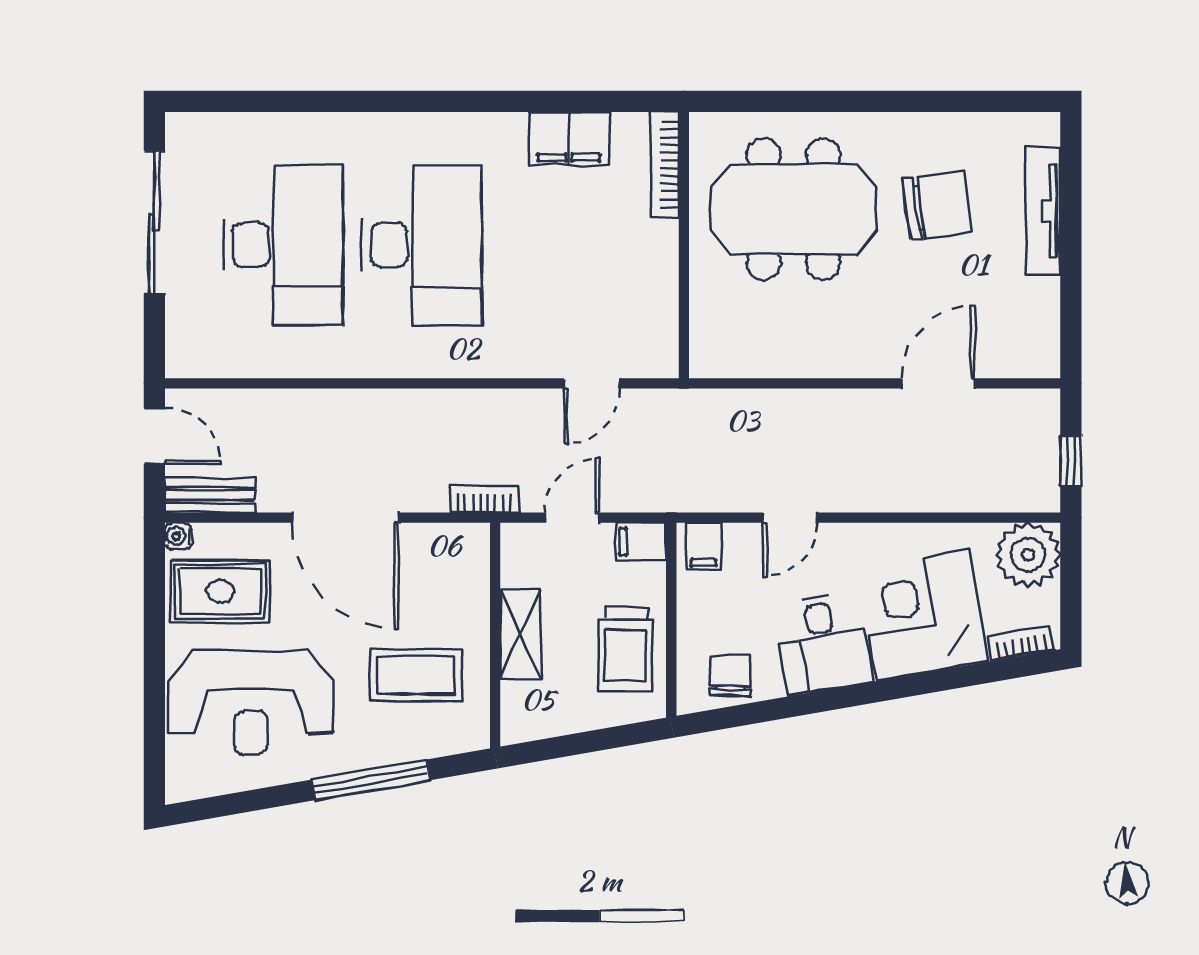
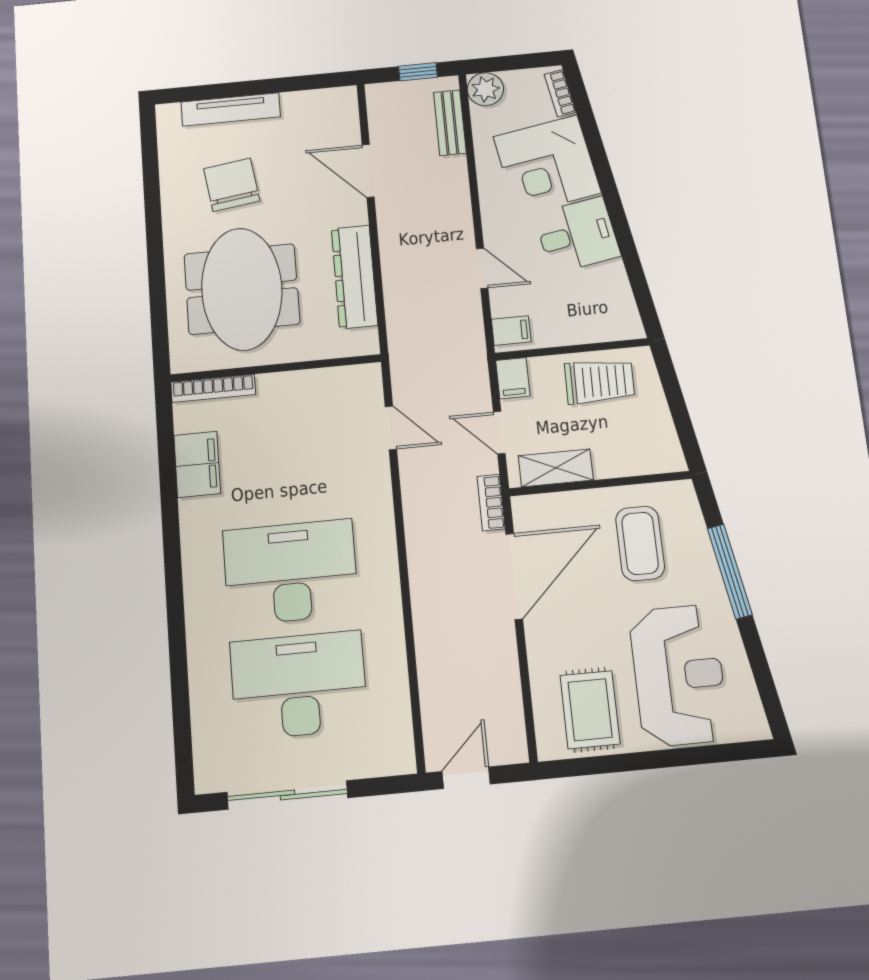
dresser: (795, 354) -> (354, 277), added
bench: (210, 495) -> (450, 123), moved
door: (345, 518) -> (514, 576), moved
water cooler: (178, 536) -> (548, 749), removed
plant: (1028, 555) -> (485, 89), width x0.73, depth x0.73
shelving: (520, 634) -> (556, 468), moved
chair: (731, 675) -> (610, 301), removed

